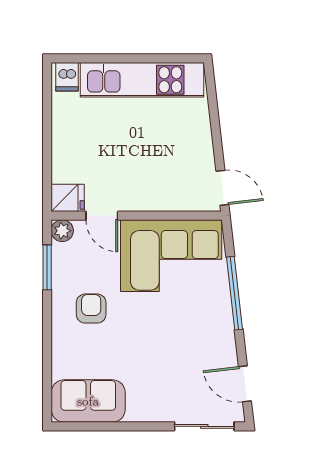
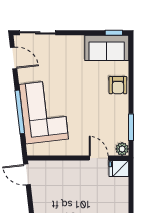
corner sofa: (171, 256) -> (44, 112), moved, turned 83
armchair: (91, 309) -> (118, 85), moved
window: (76, 426) -> (114, 33), added

